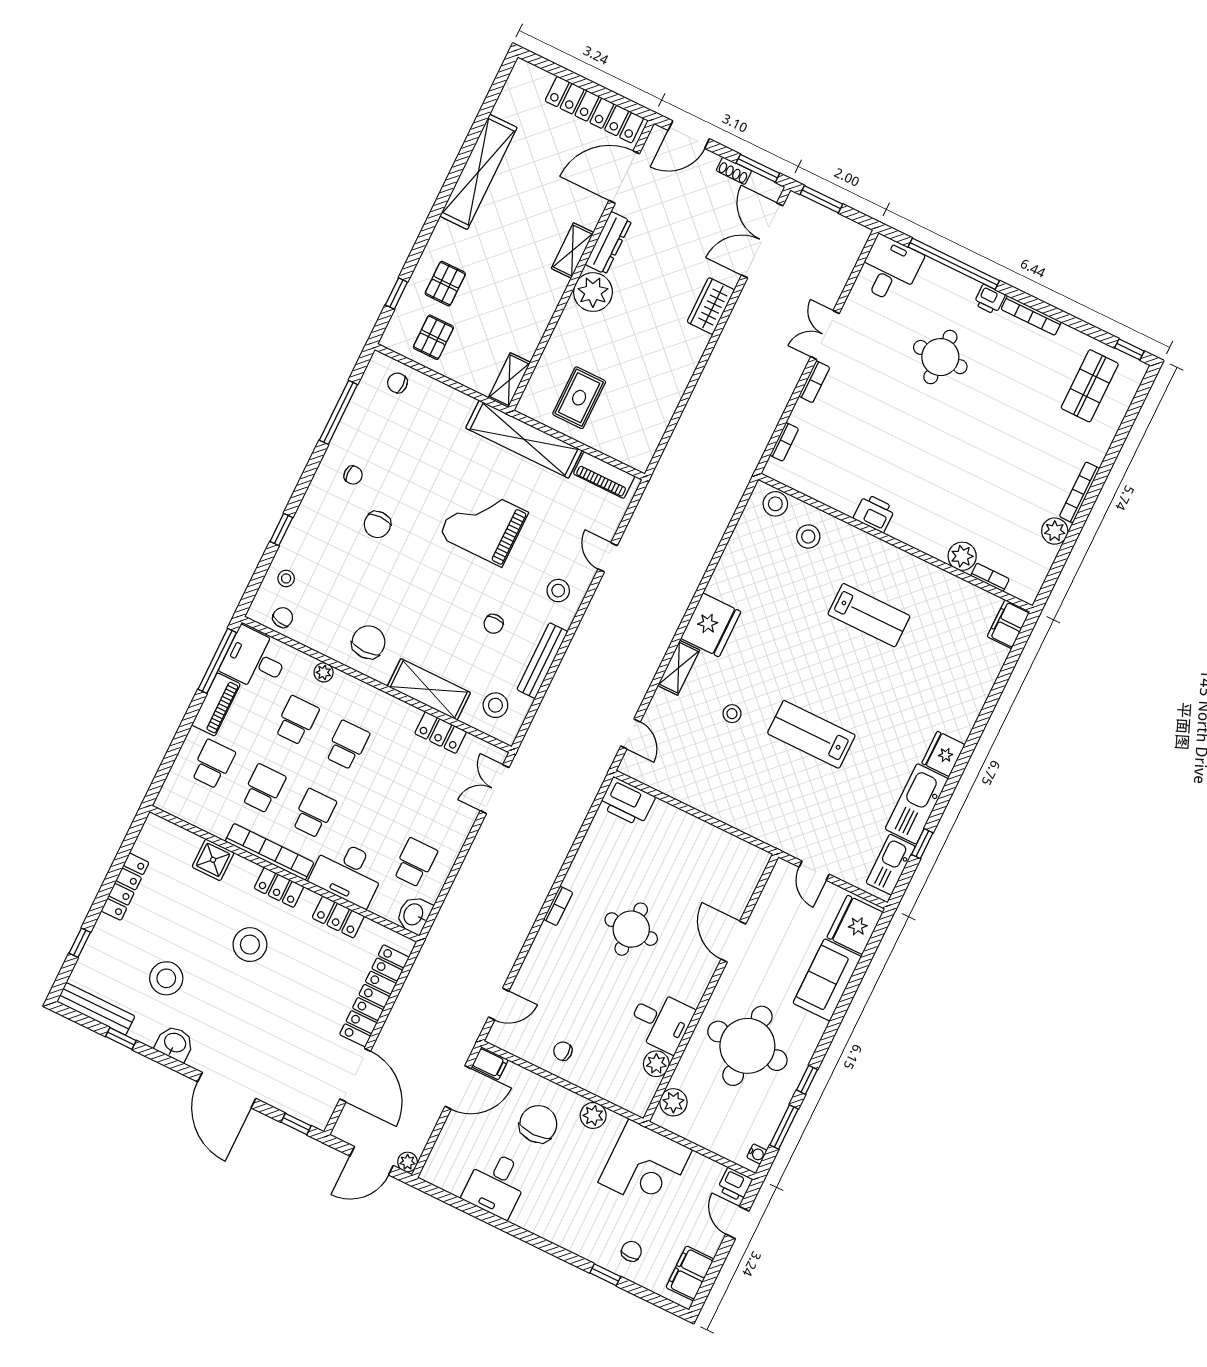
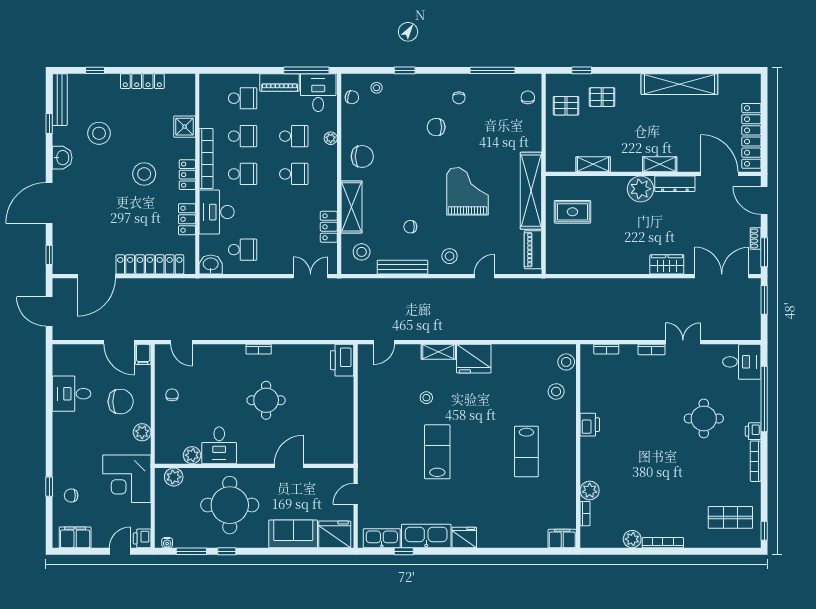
shelving: (509, 380) -> (593, 164), moved
plant: (408, 1162) -> (59, 334), removed
chair: (631, 1251) -> (71, 496), turned 180

